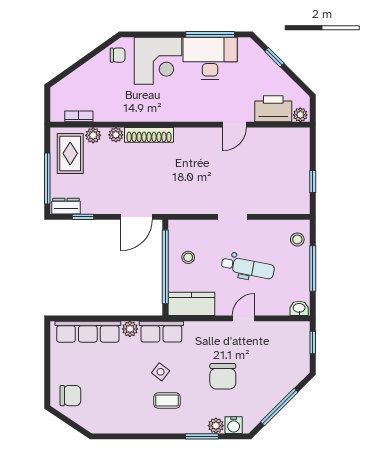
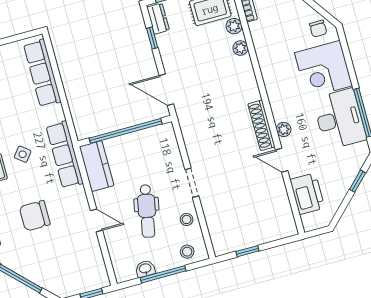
plant: (300, 115) -> (284, 129), moved
shoe rack: (149, 135) -> (261, 125), moved
stool: (188, 257) -> (187, 219), moved
washbasin: (299, 308) -> (145, 269), moved, turned -90
plant: (130, 329) -> (56, 113), removed
row of seats: (161, 332) -> (65, 155), width x1.48

